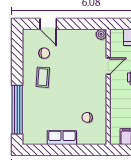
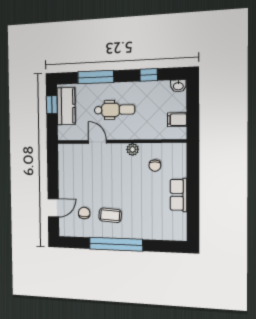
plant: (101, 34) -> (133, 149), moved
window: (17, 110) -> (116, 244), moved

